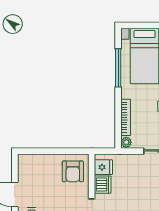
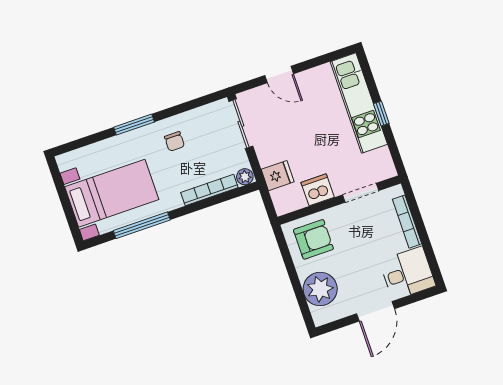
plant: (41, 165) -> (320, 289), added
fridge: (103, 167) -> (278, 176), moved, turned 90

